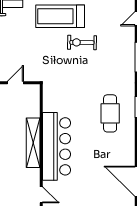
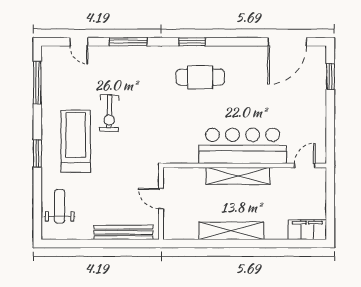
treadmill: (60, 16) -> (76, 141), turned 180

